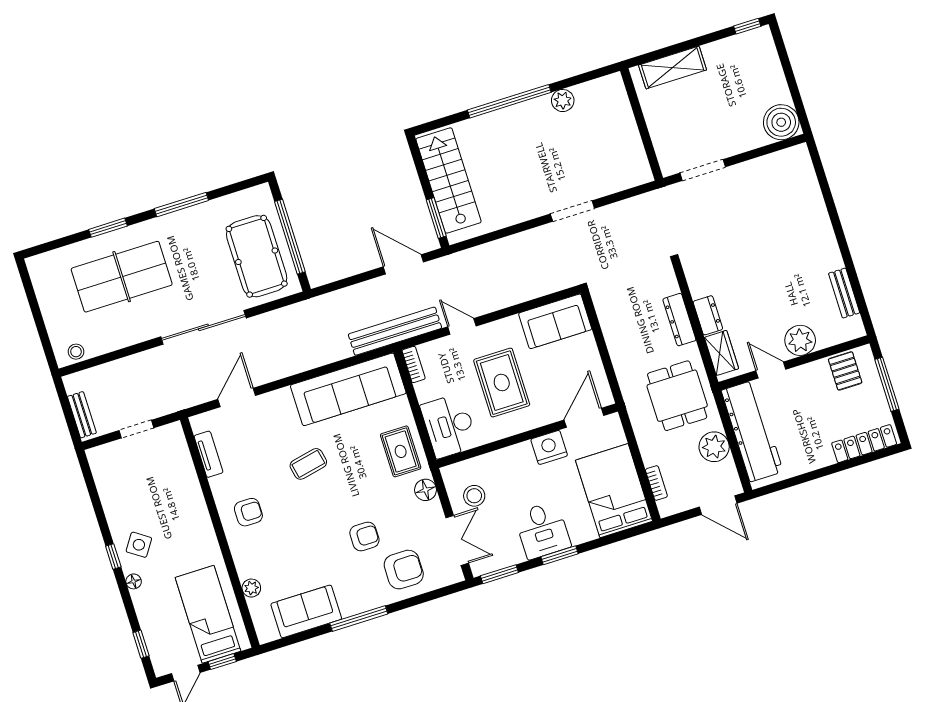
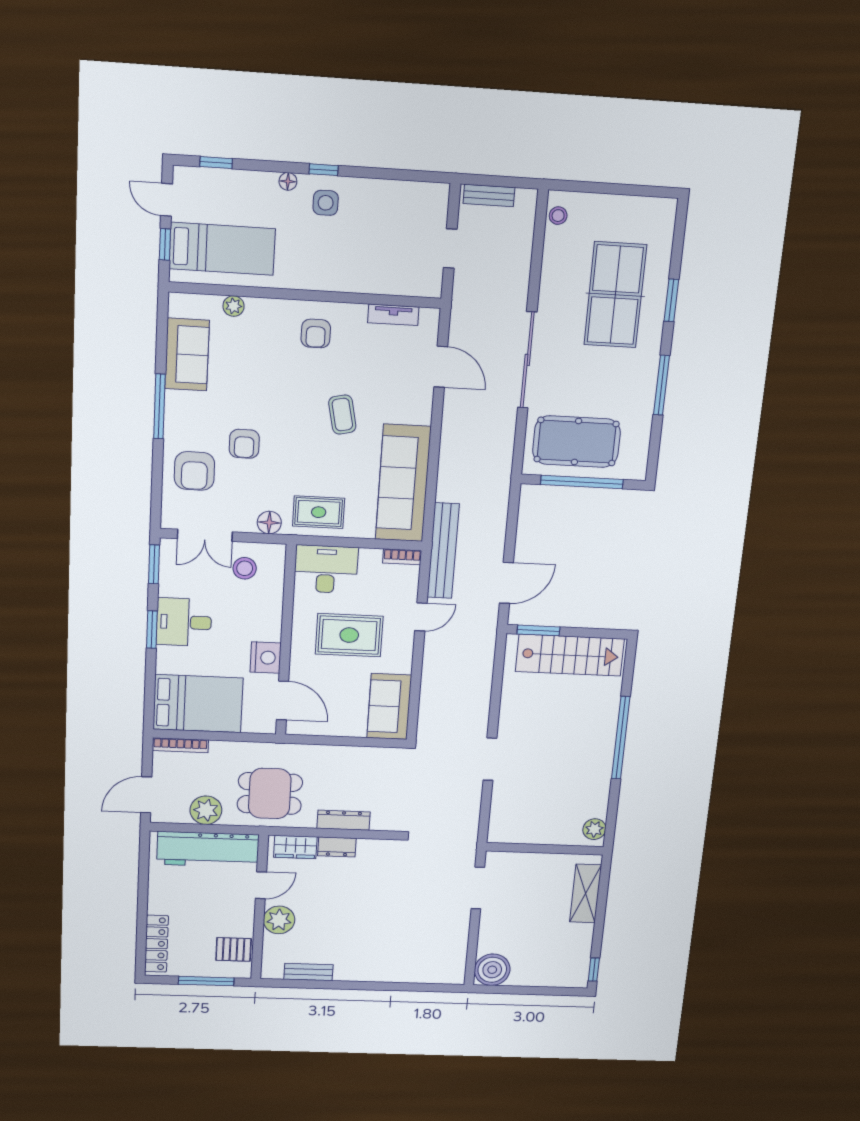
plant: (563, 101) -> (594, 829), moved
bookcase: (656, 483) -> (180, 745), width x1.56
side table: (139, 545) -> (326, 203), turned -34

